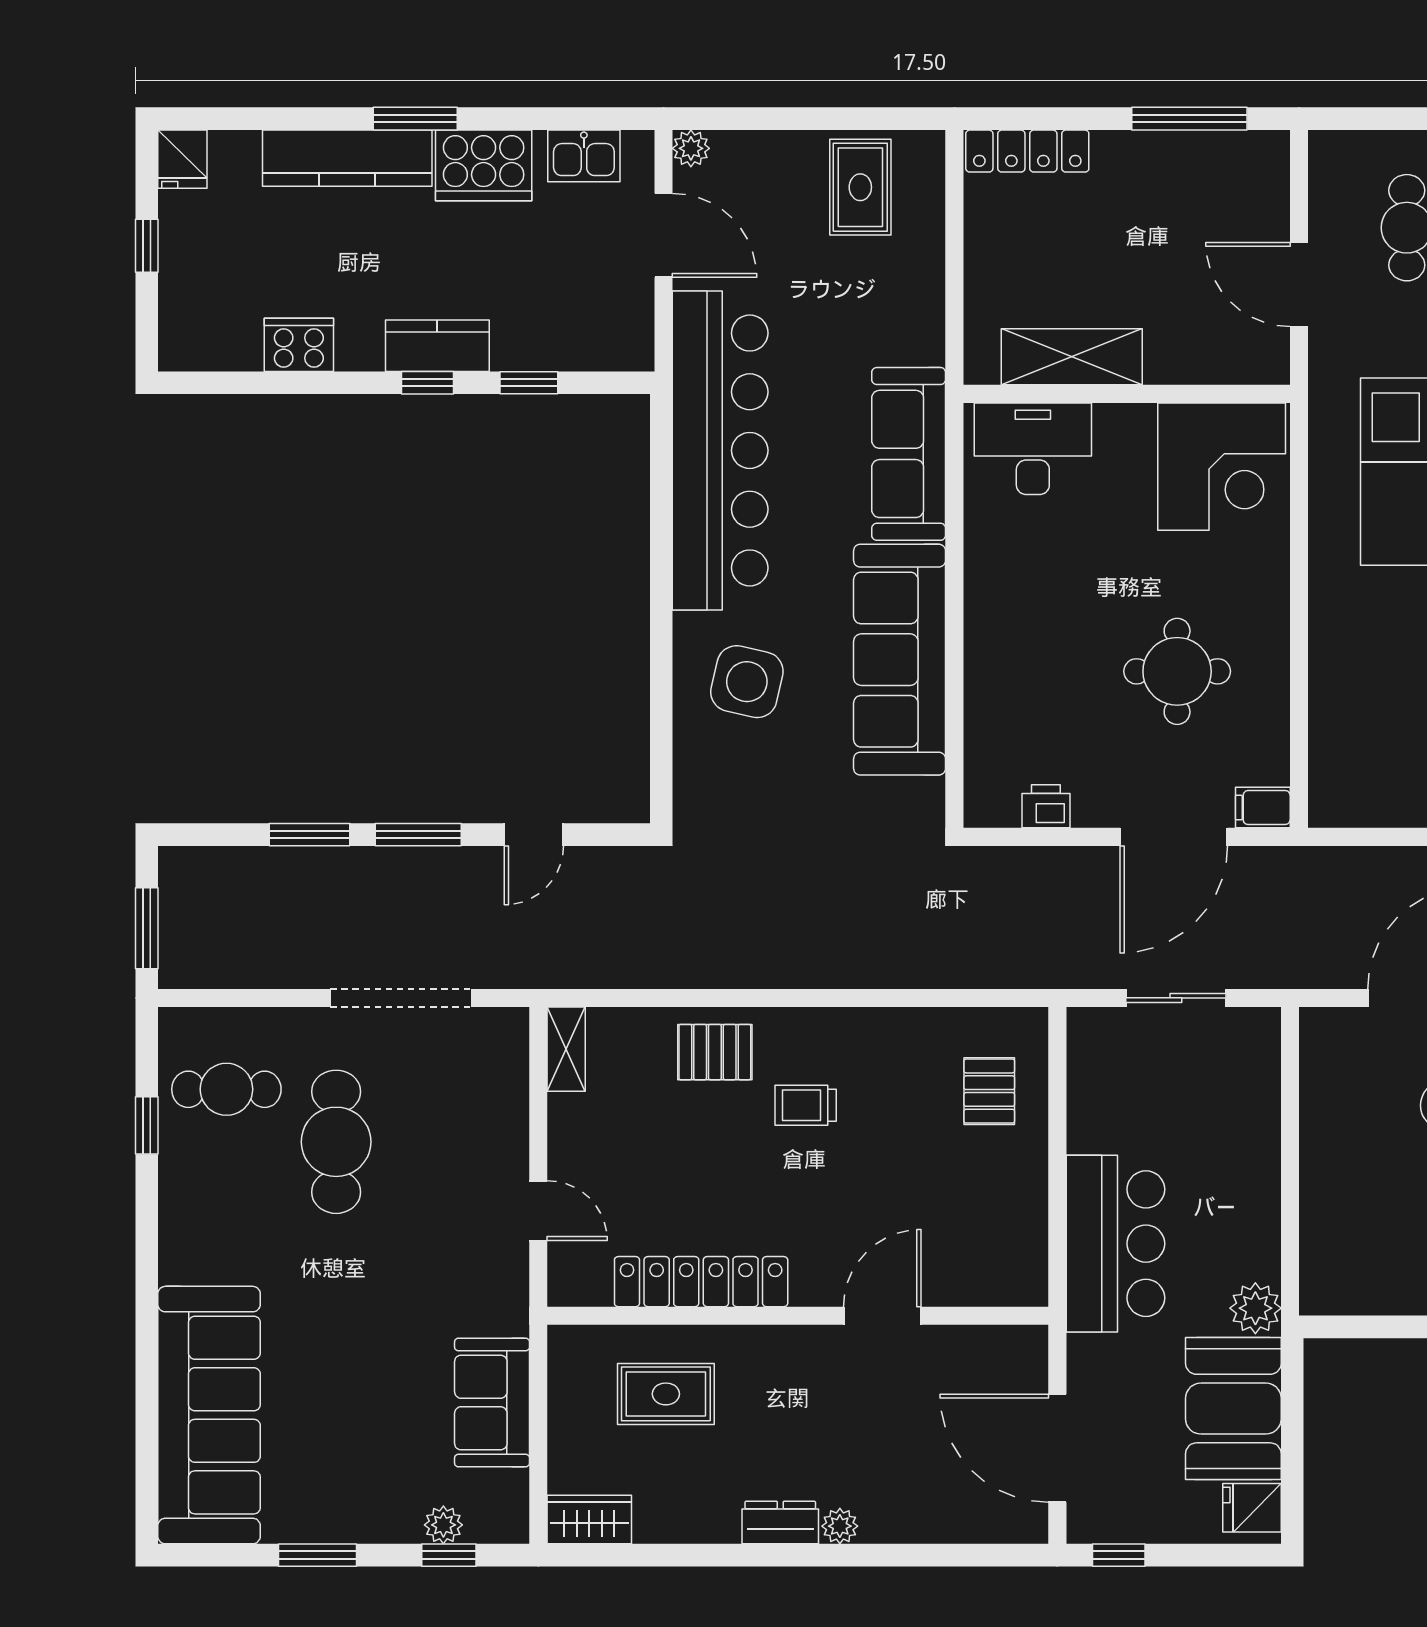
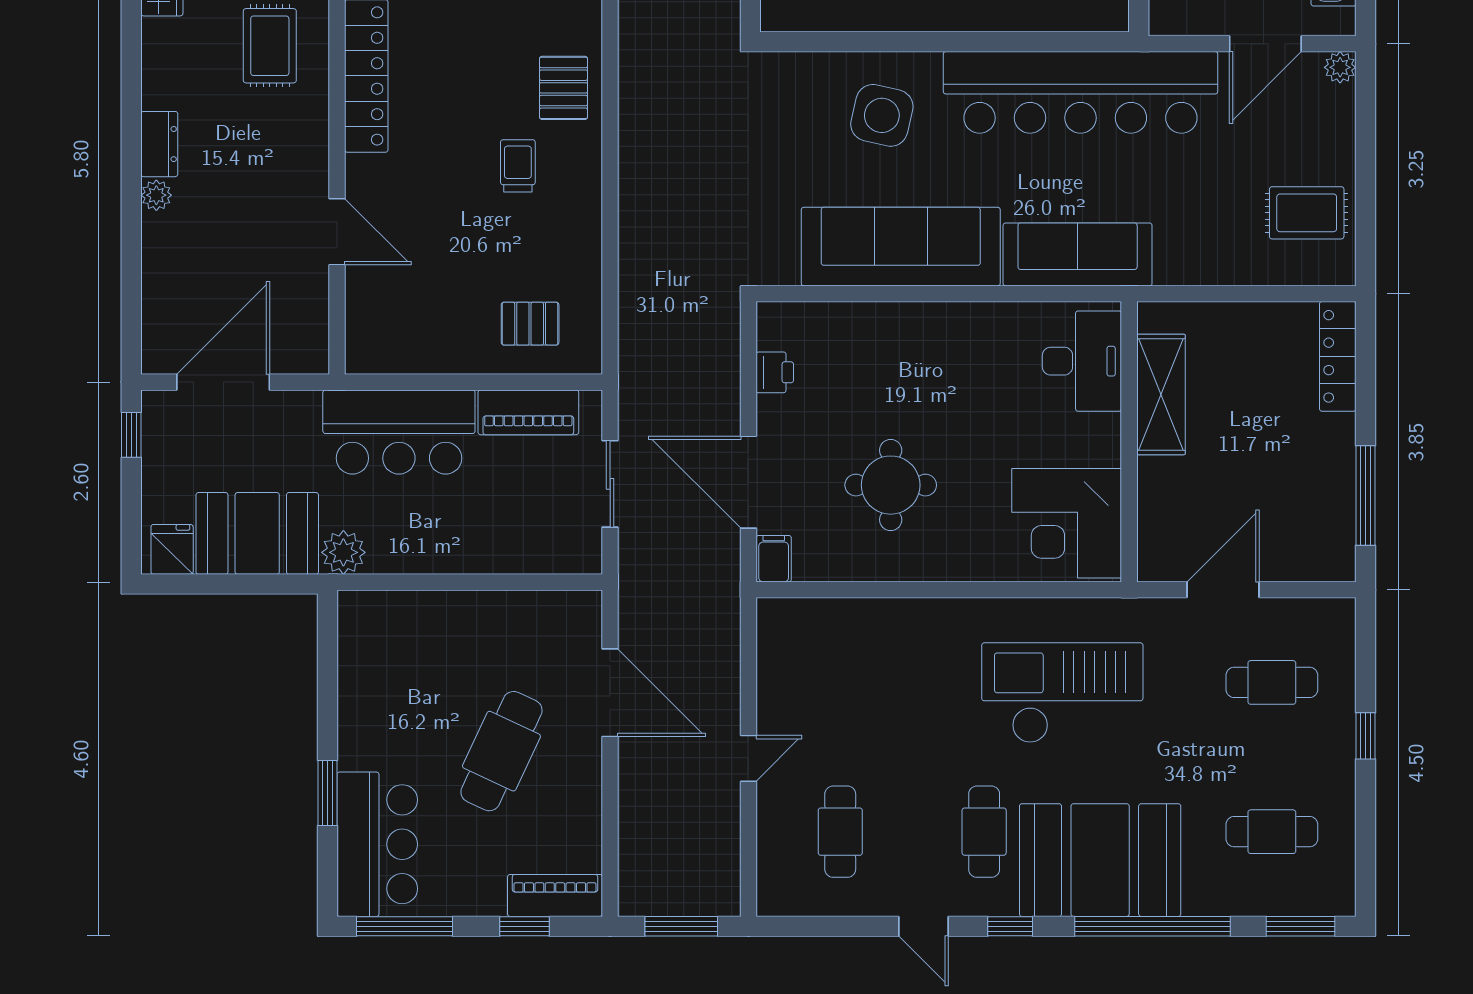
piano: (1092, 1093) -> (528, 412), added

